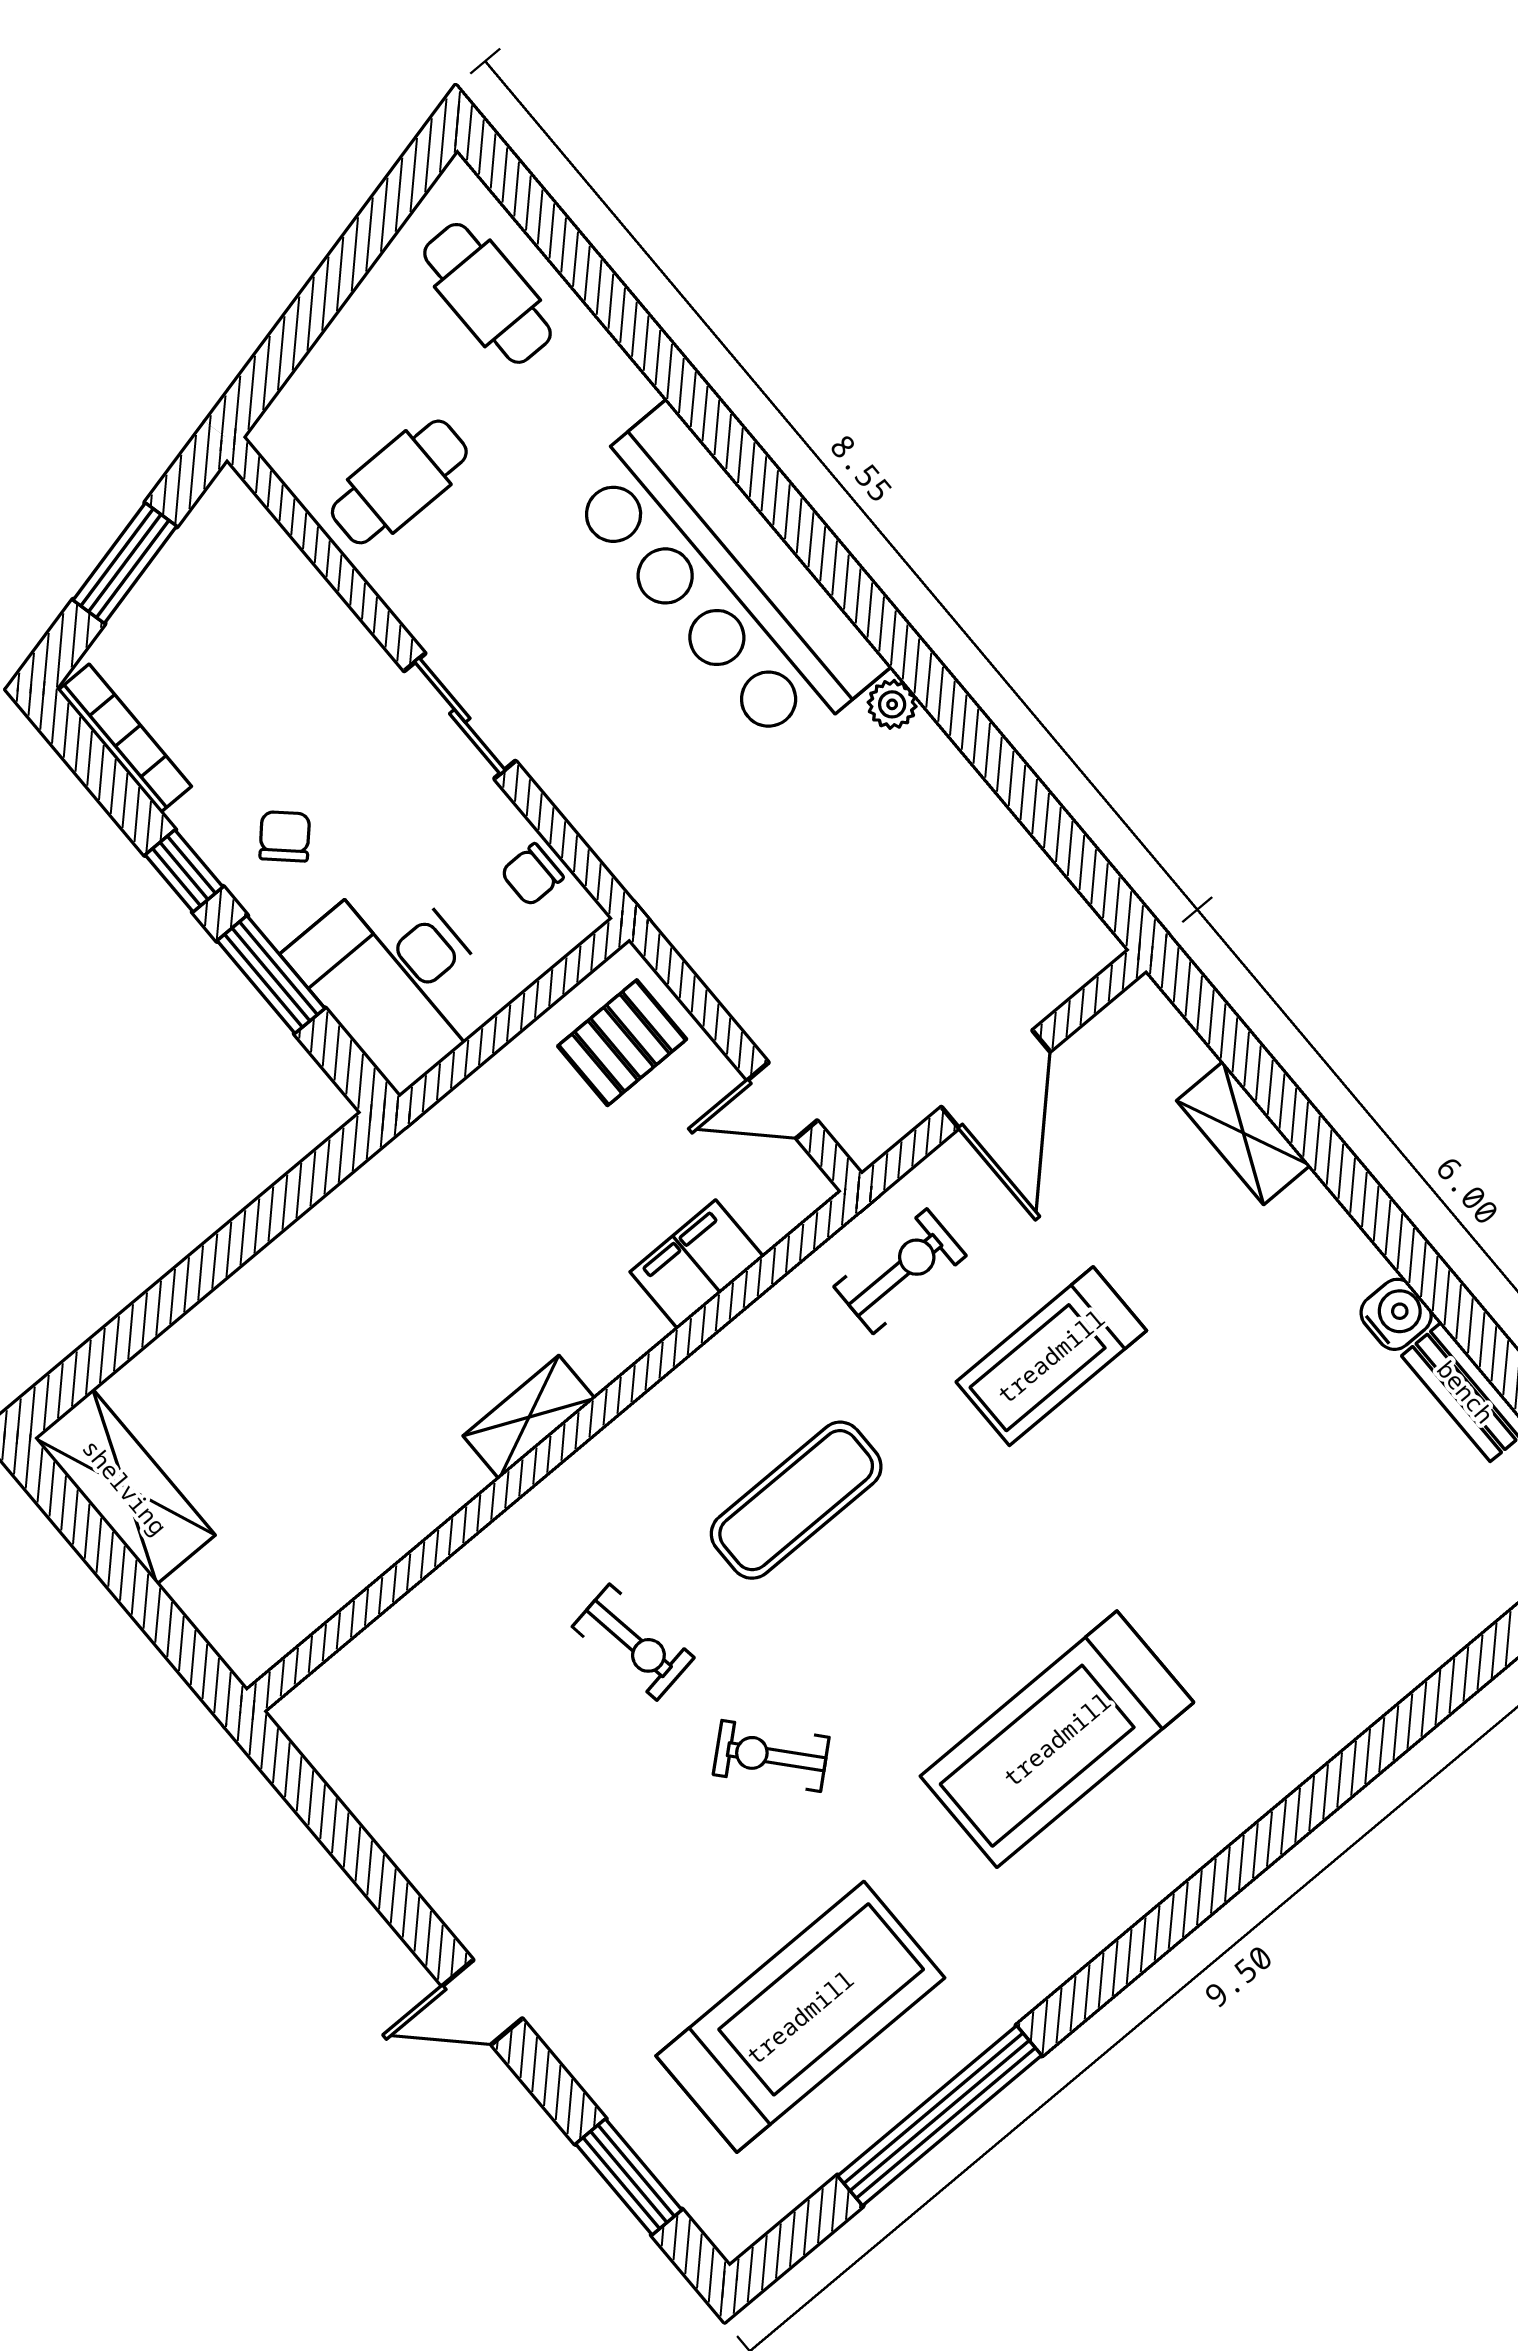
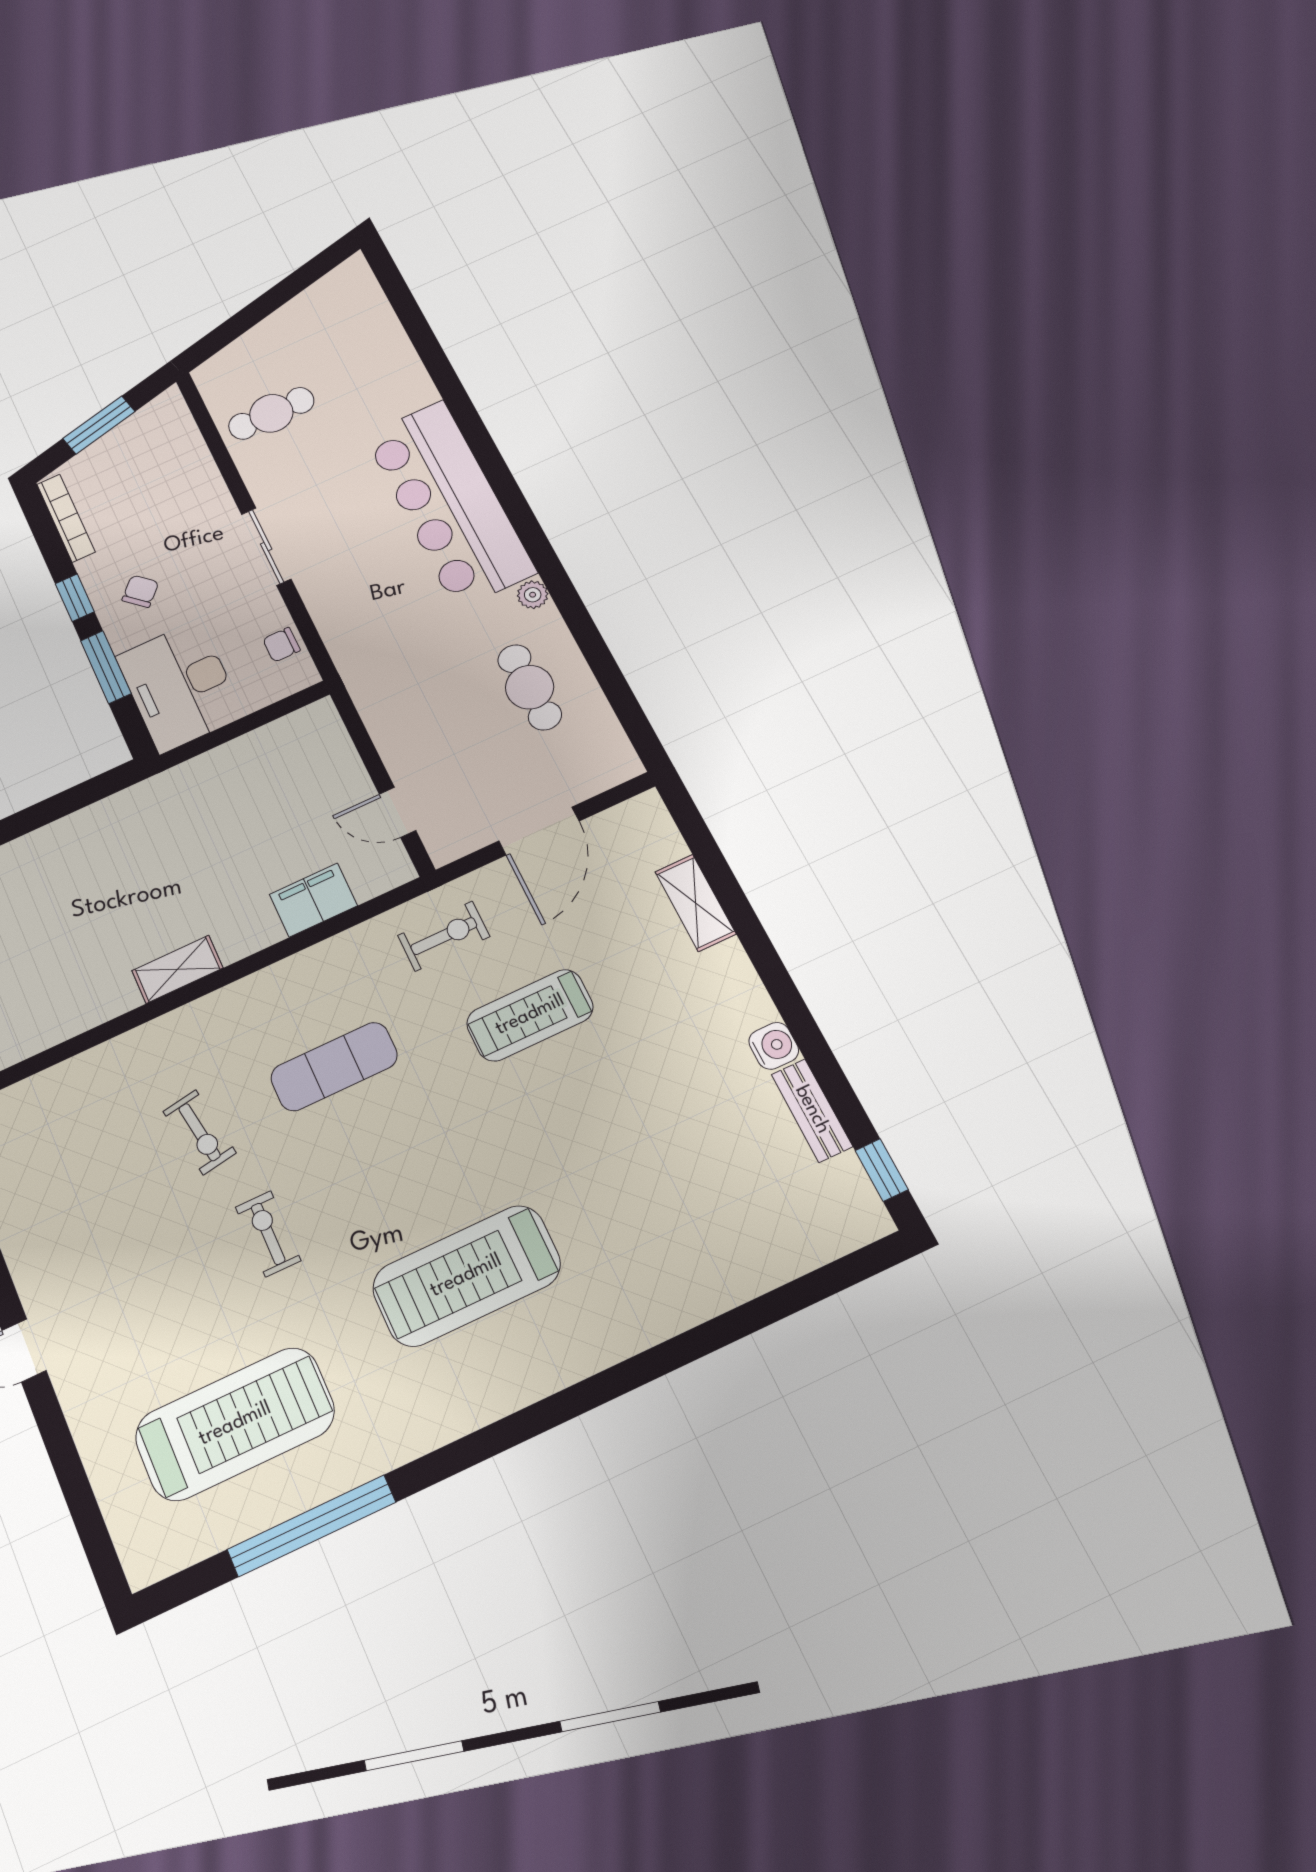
cafe table: (487, 293) -> (530, 687), moved
pallet: (622, 1043) -> (307, 755), removed
exercise bike: (771, 1756) -> (268, 1234), turned 41
window: (629, 2177) -> (83, 1506), removed

